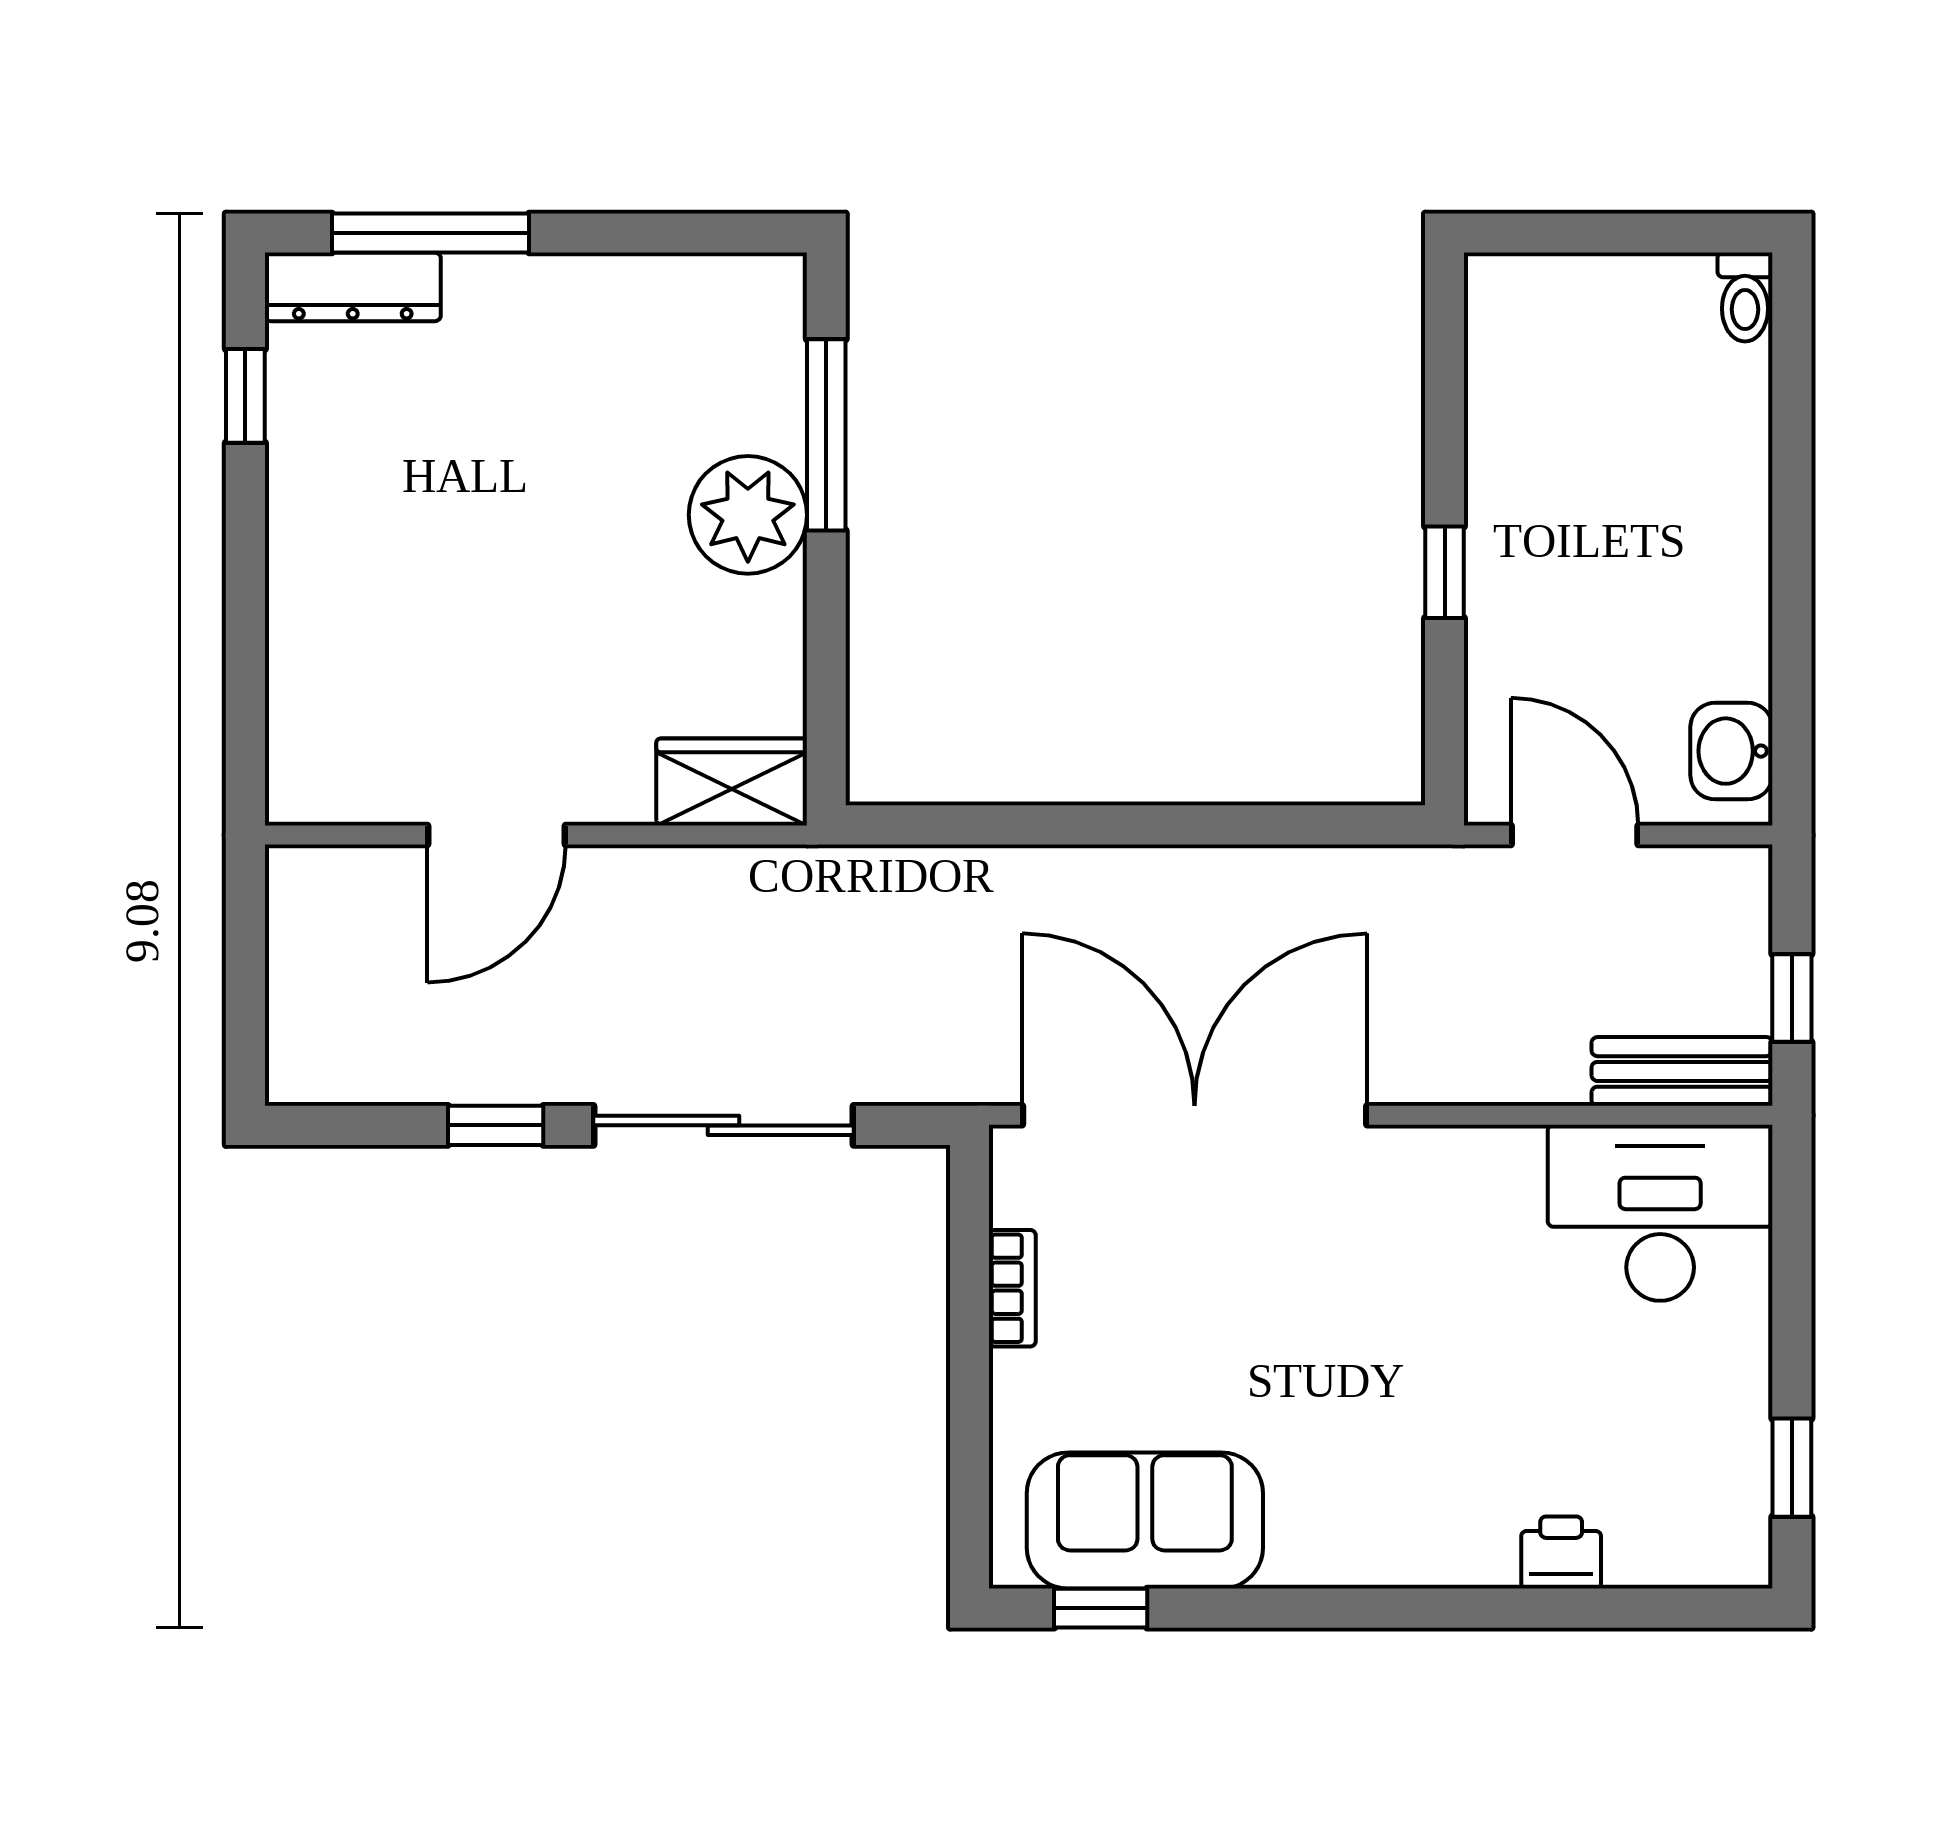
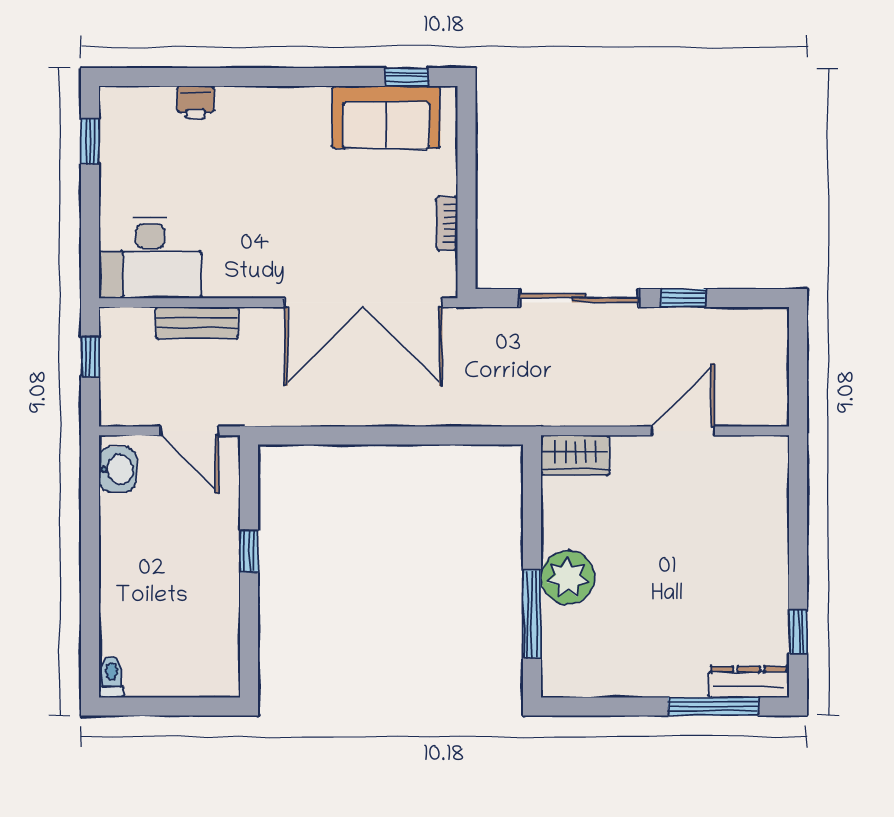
bench: (1682, 1071) -> (197, 323), moved

